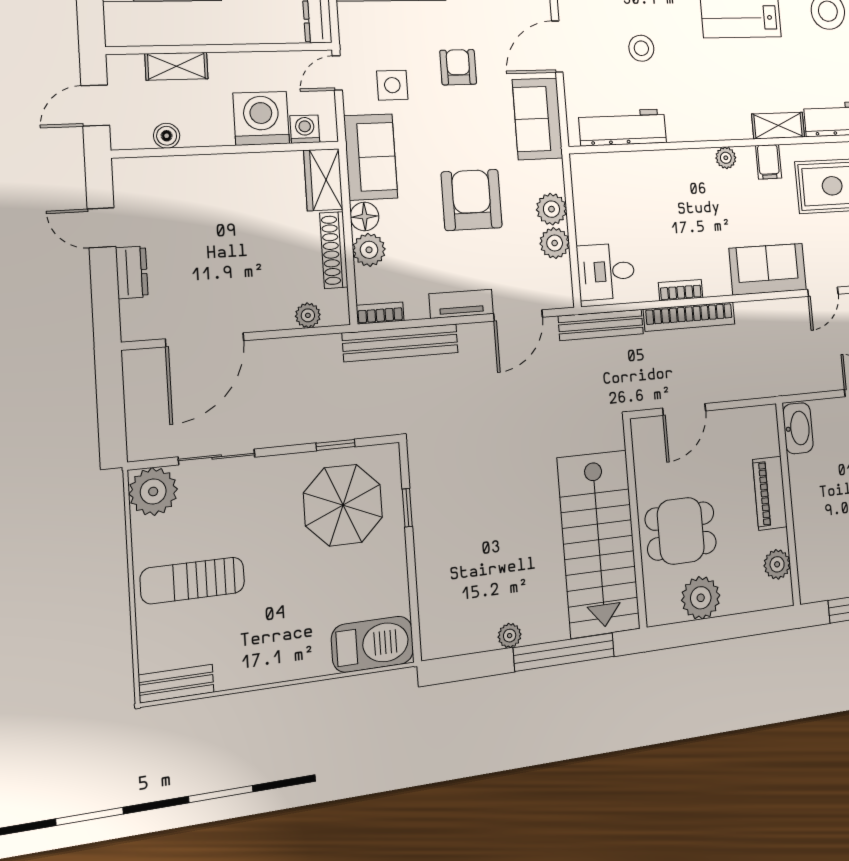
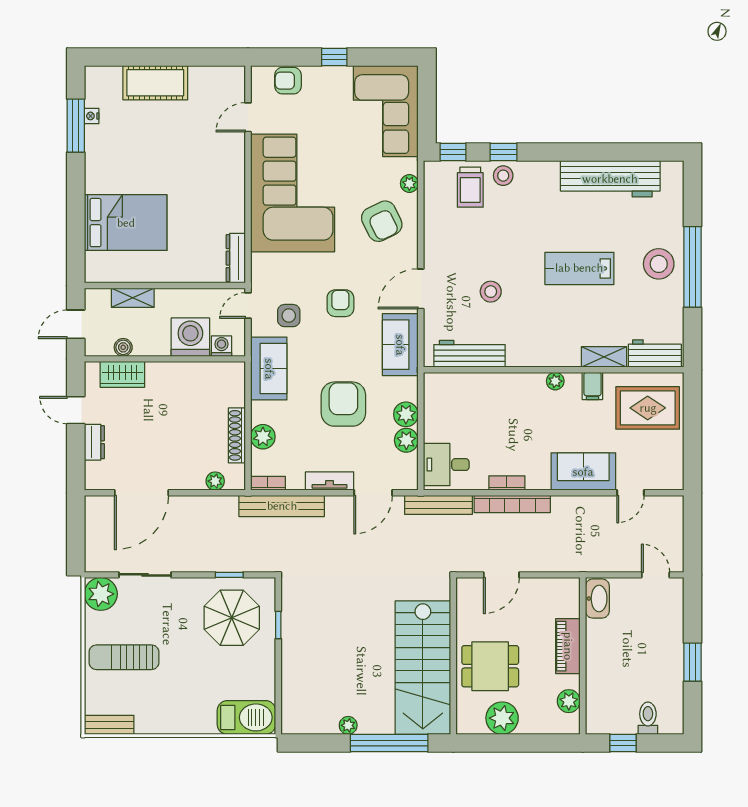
wardrobe: (323, 180) -> (122, 374), moved, turned -90
floor lamp: (365, 217) -> (261, 412), removed

